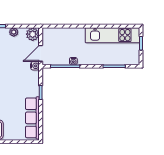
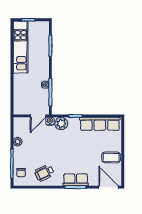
plant: (33, 34) -> (61, 124), moved
door: (41, 53) -> (38, 116), hinge flipped

